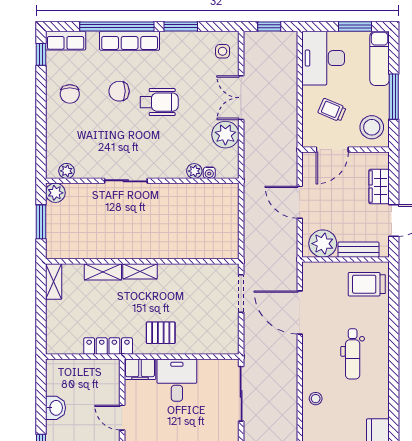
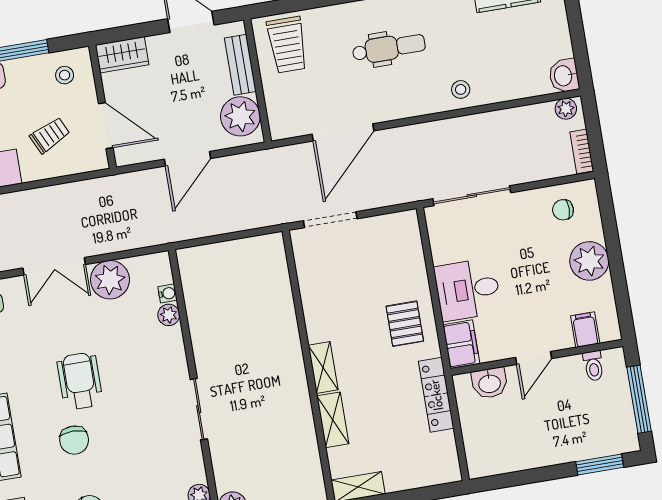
trolley: (332, 110) -> (50, 135), turned -138
stool: (372, 127) -> (65, 75), width x0.53, depth x0.53
wardrobe: (379, 187) -> (122, 55), moved
washbasin: (56, 408) -> (489, 383), moved, turned 180

